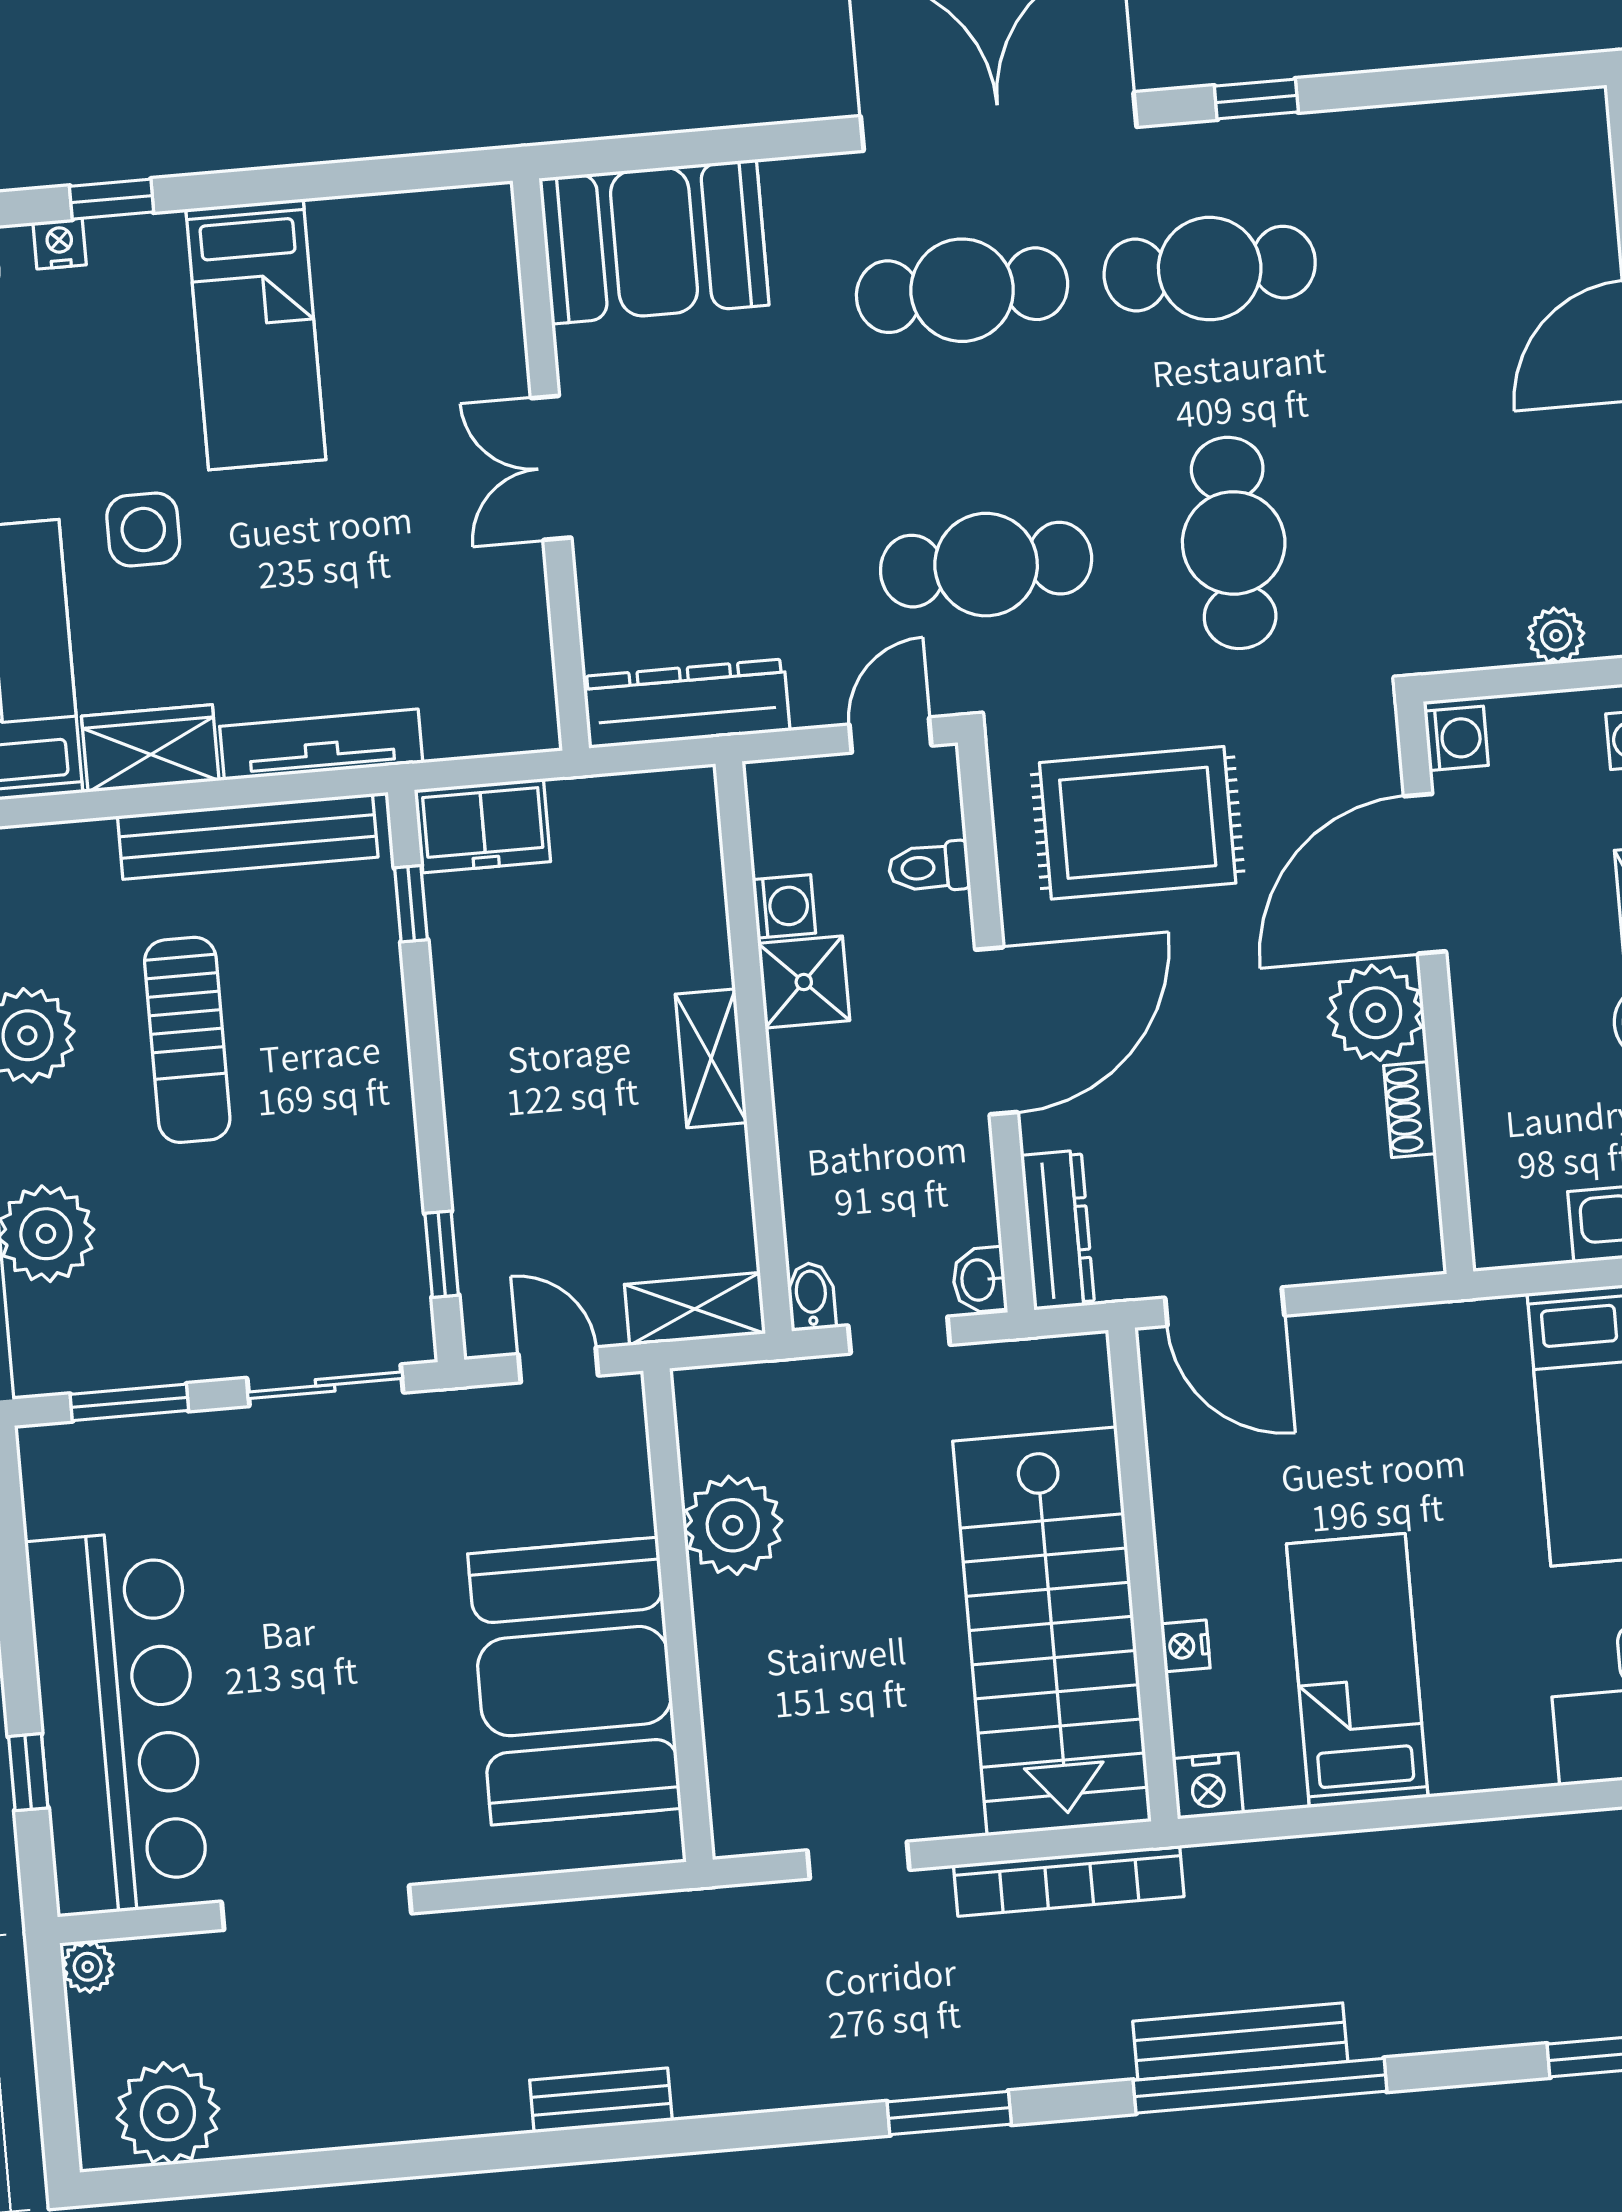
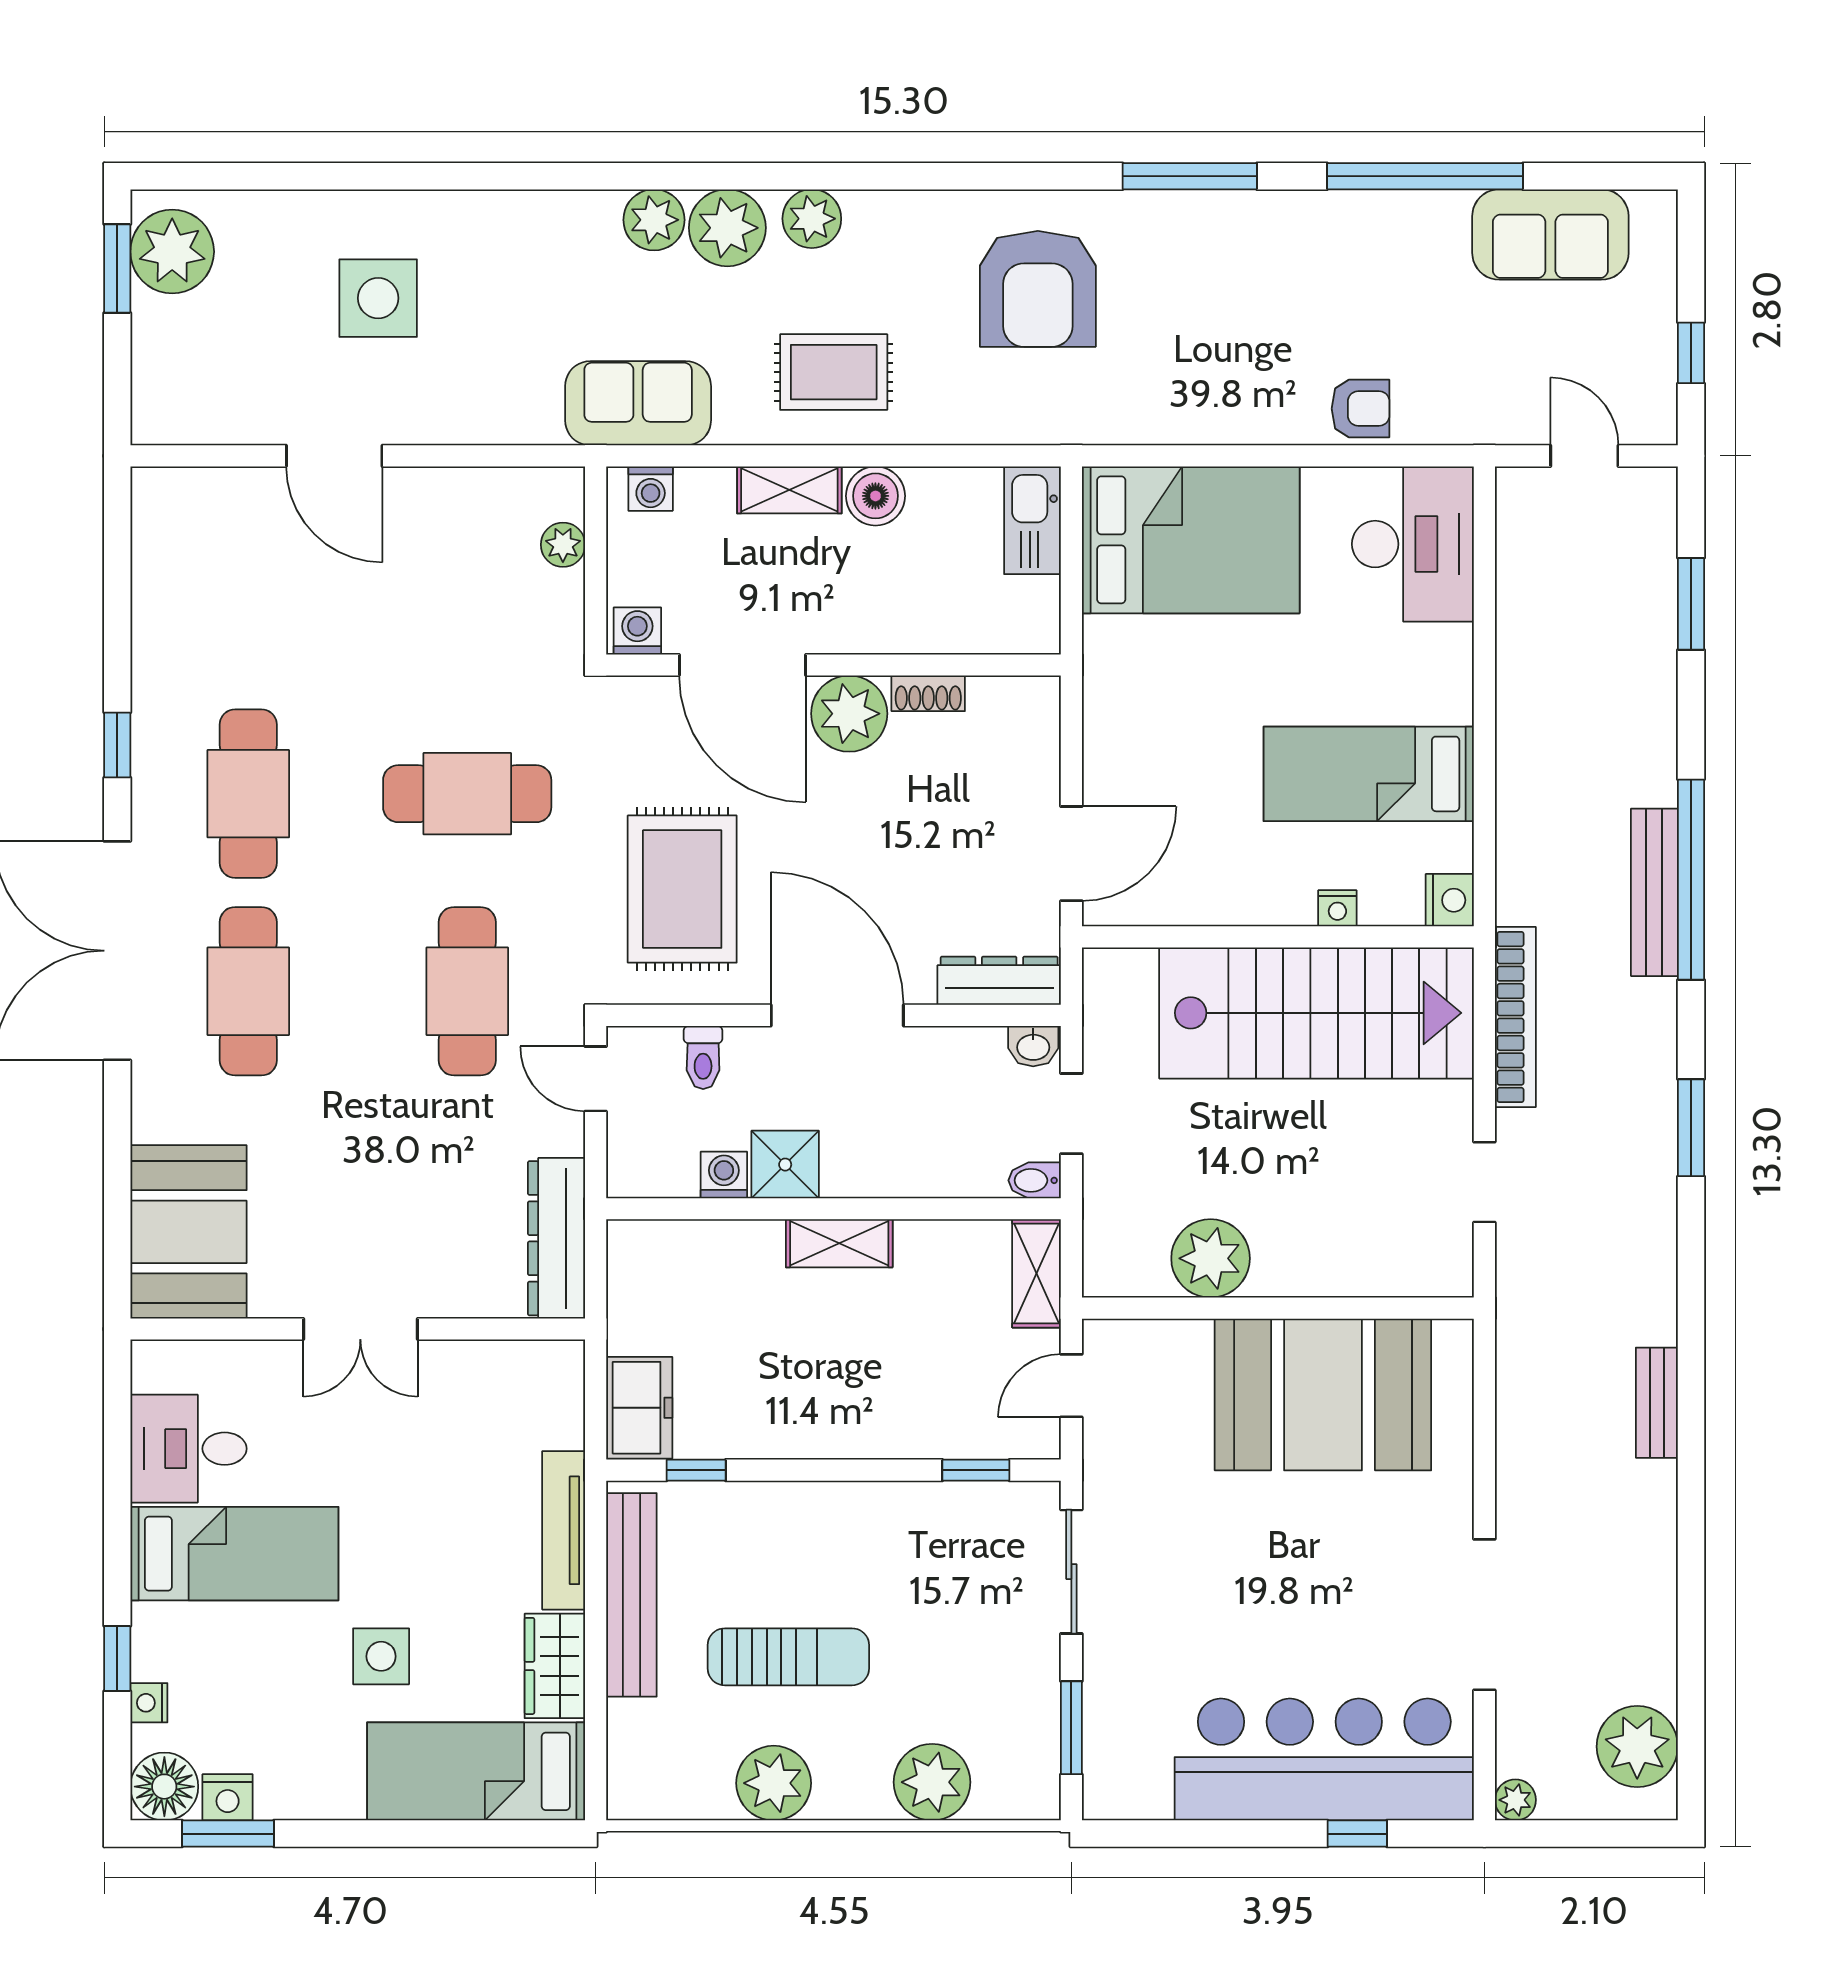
desk: (382, 265) -> (188, 1449), added

